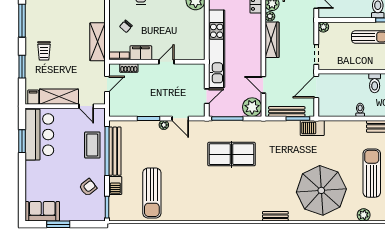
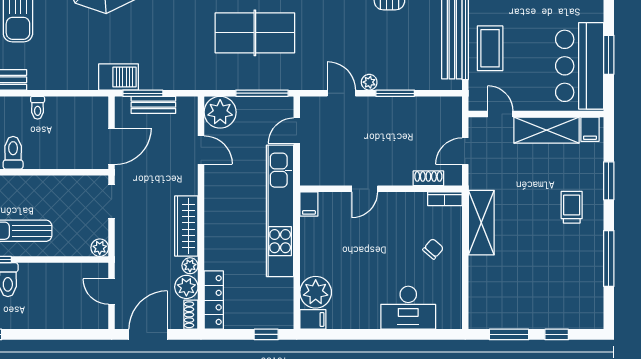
filing cabinet: (141, 53) -> (309, 204), moved, width x0.50
bench: (287, 112) -> (153, 105), width x0.73

